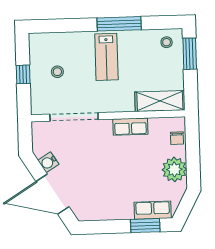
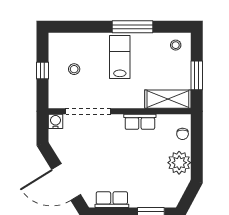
window: (190, 54) -> (197, 75), moved
lab bench: (106, 57) -> (120, 57), turned 180
water cooler: (48, 162) -> (56, 121), moved, turned 122
row of seats: (153, 210) -> (112, 200), moved

